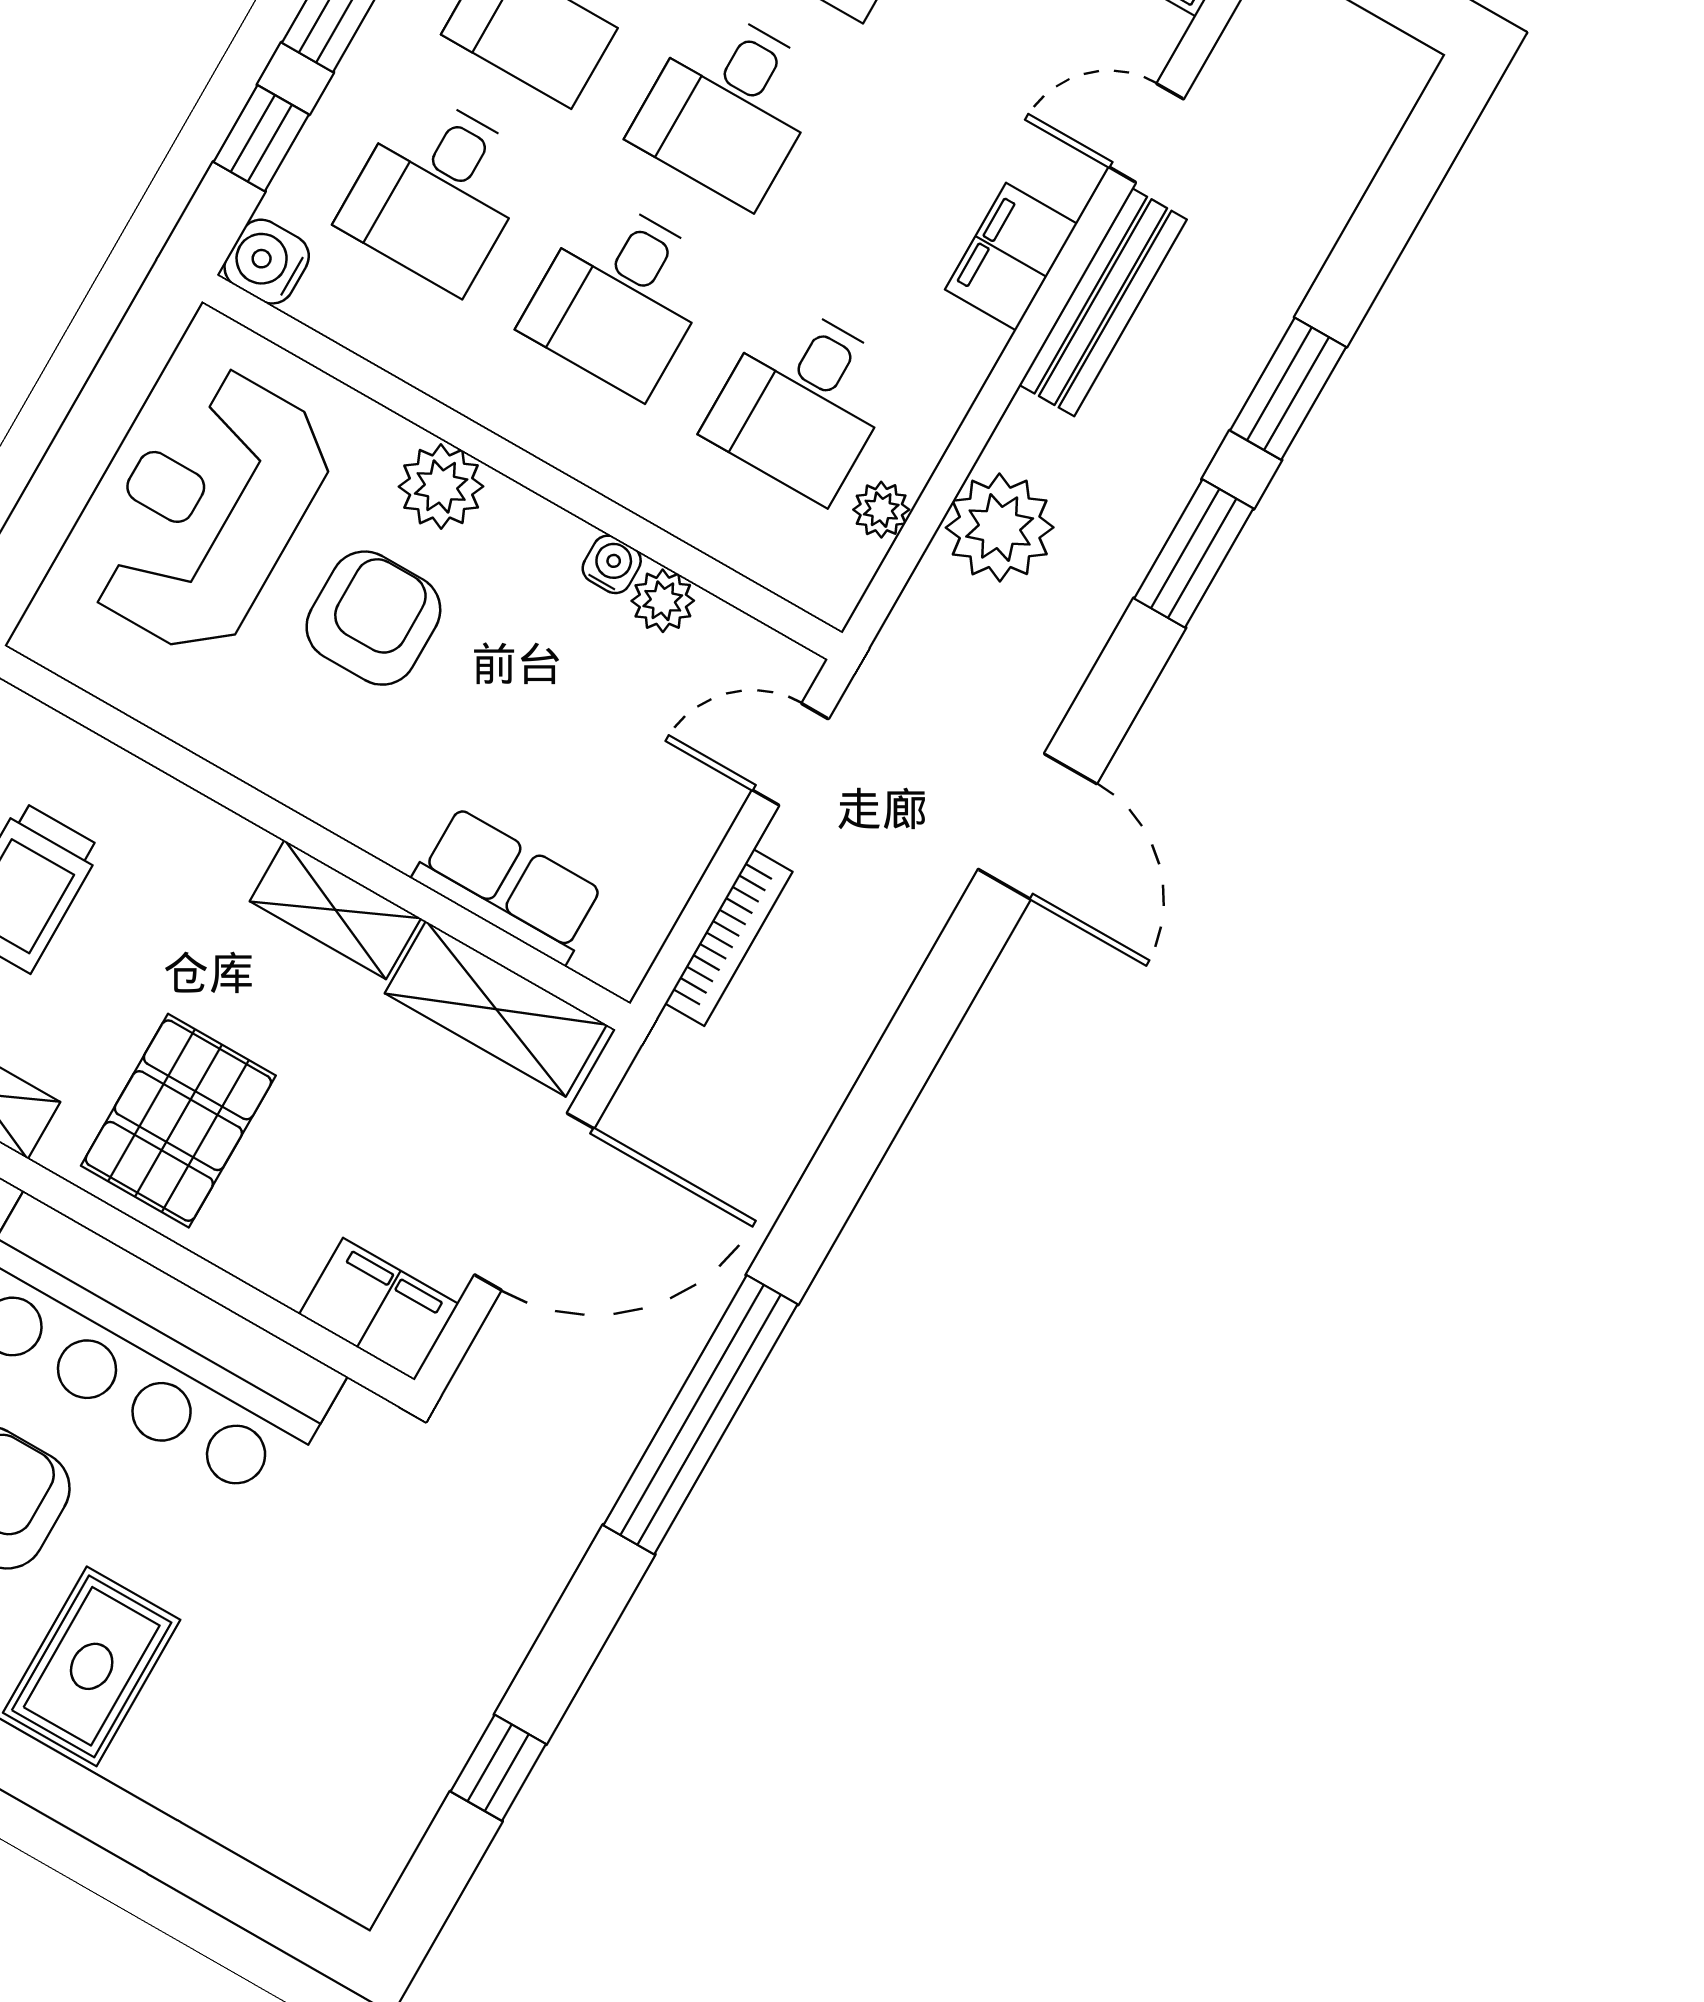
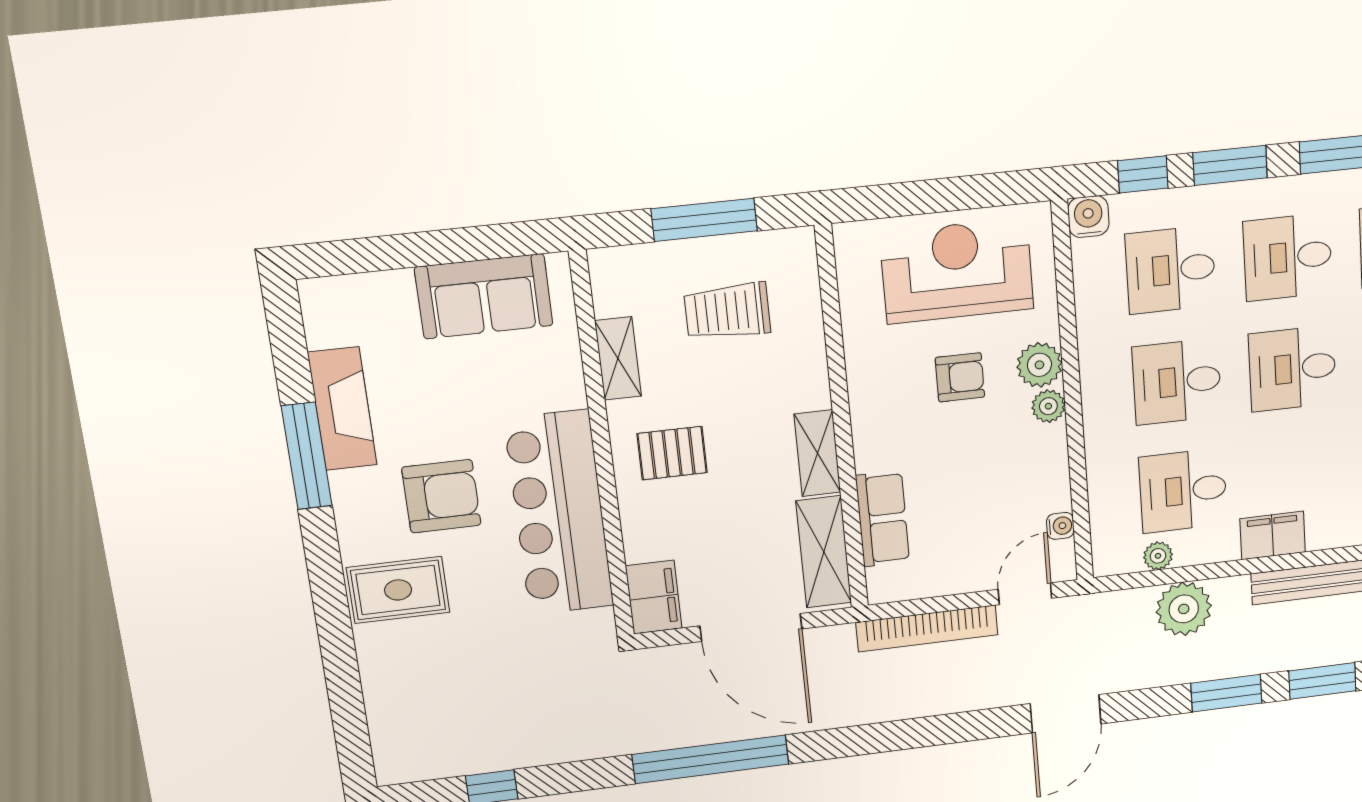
filing cabinet: (1011, 257) -> (1273, 535), moved
water cooler: (612, 564) -> (1060, 526), moved
plant: (663, 601) -> (1048, 406), moved
armchair: (373, 618) -> (960, 377), width x0.72, depth x0.72
door: (790, 754) -> (1025, 594), hinge flipped
bookcase: (729, 937) -> (927, 629), width x1.48, depth x1.31
pallet: (178, 1121) -> (672, 453), width x0.67, depth x0.71

